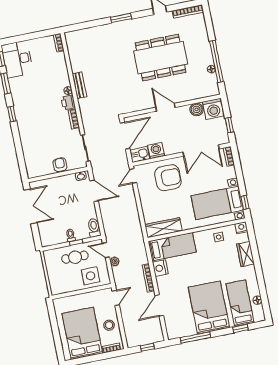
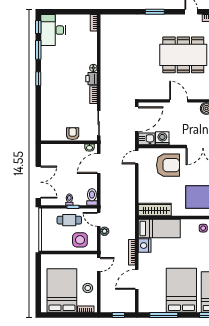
bench: (79, 85) -> (105, 65), removed
door: (94, 191) -> (99, 163), swing flipped
double door: (30, 206) -> (38, 182), moved

